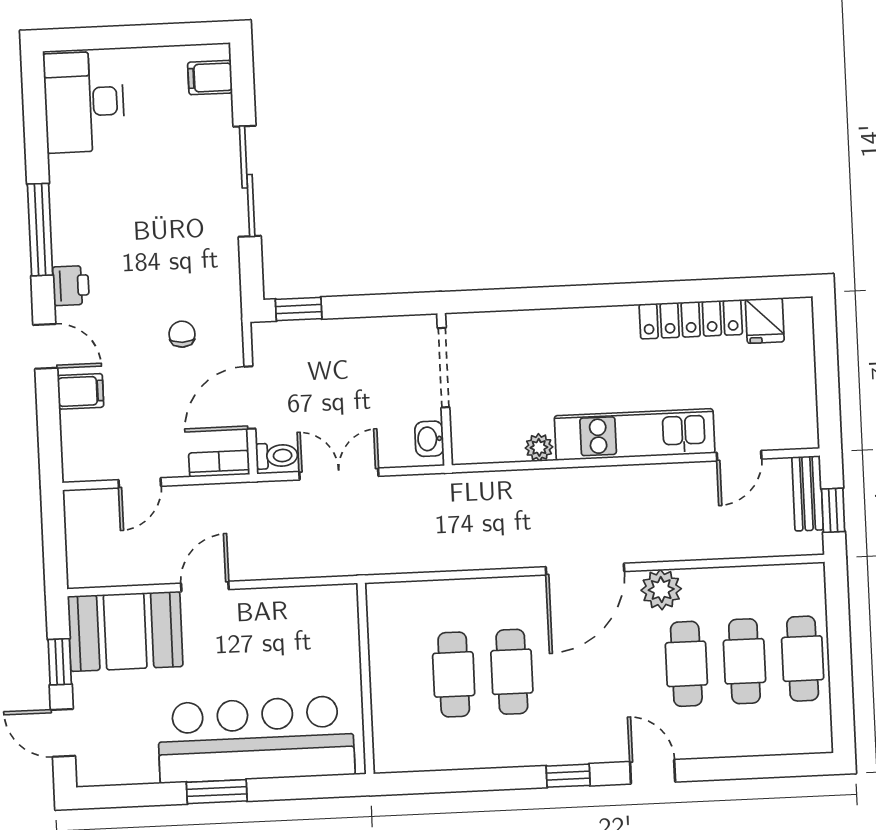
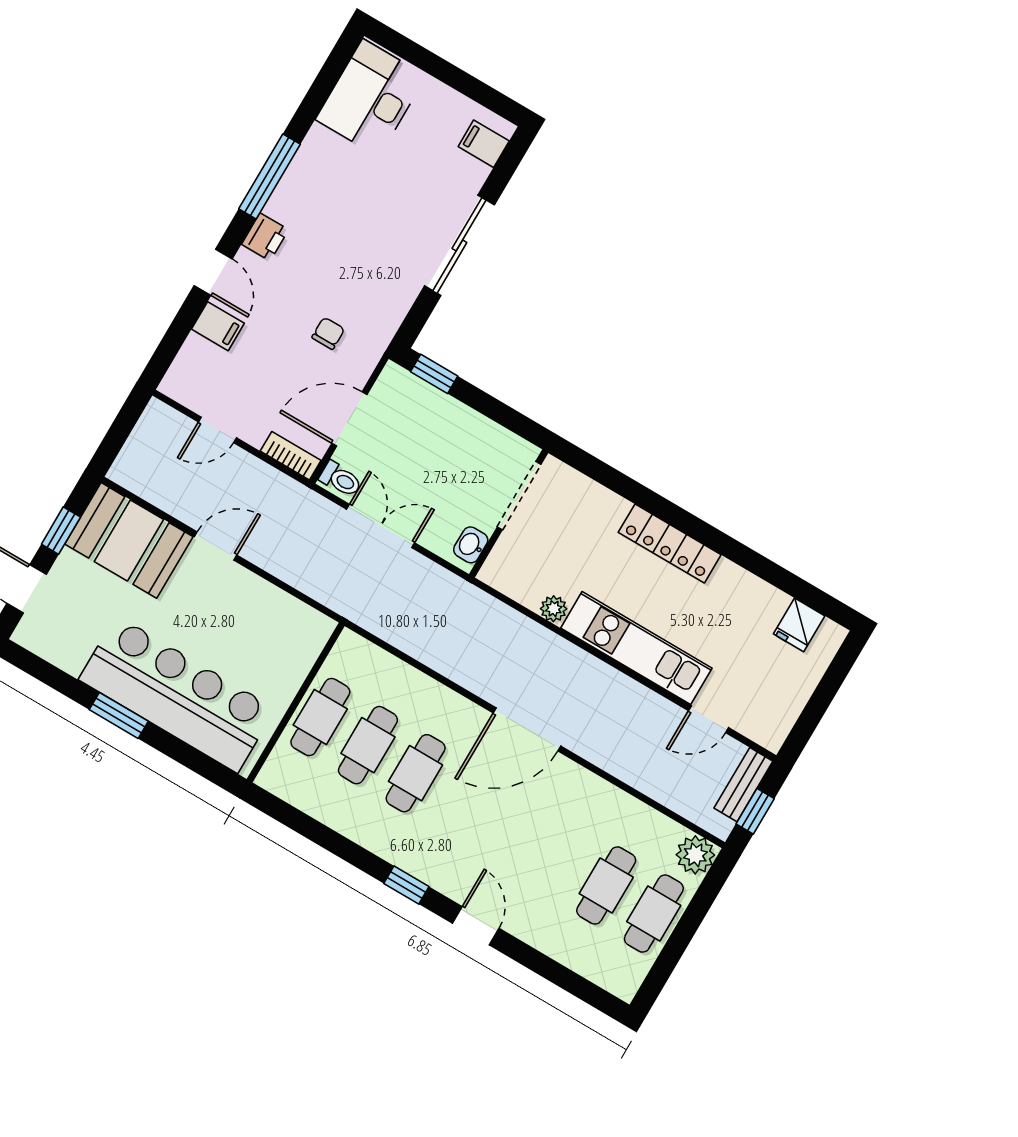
locker: (691, 319) -> (670, 544), moved
plant: (661, 590) -> (695, 855), moved
cafe table: (686, 664) -> (320, 717), moved

